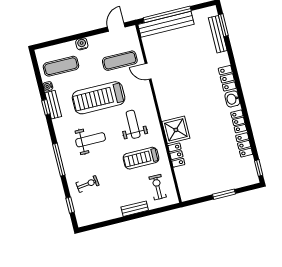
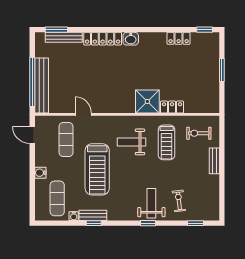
door: (148, 71) -> (83, 114), swing flipped
locker: (227, 78) -> (103, 39), width x1.53
locker: (239, 121) -> (154, 38), removed
weight bench: (91, 140) -> (151, 203), moved
window: (59, 160) -> (148, 223), width x0.46

